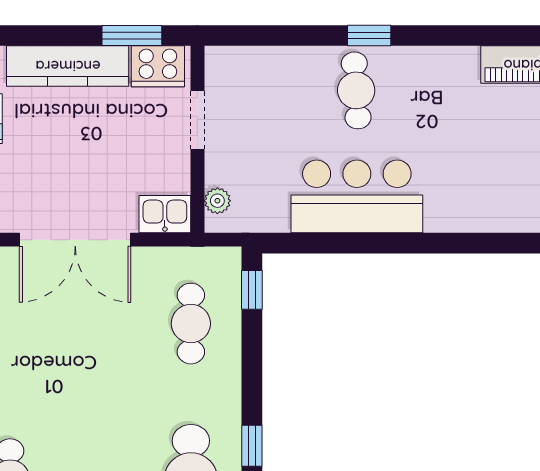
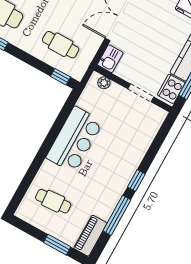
window: (456, 35) -> (117, 215), added
cafe table: (356, 90) -> (53, 201), moved

